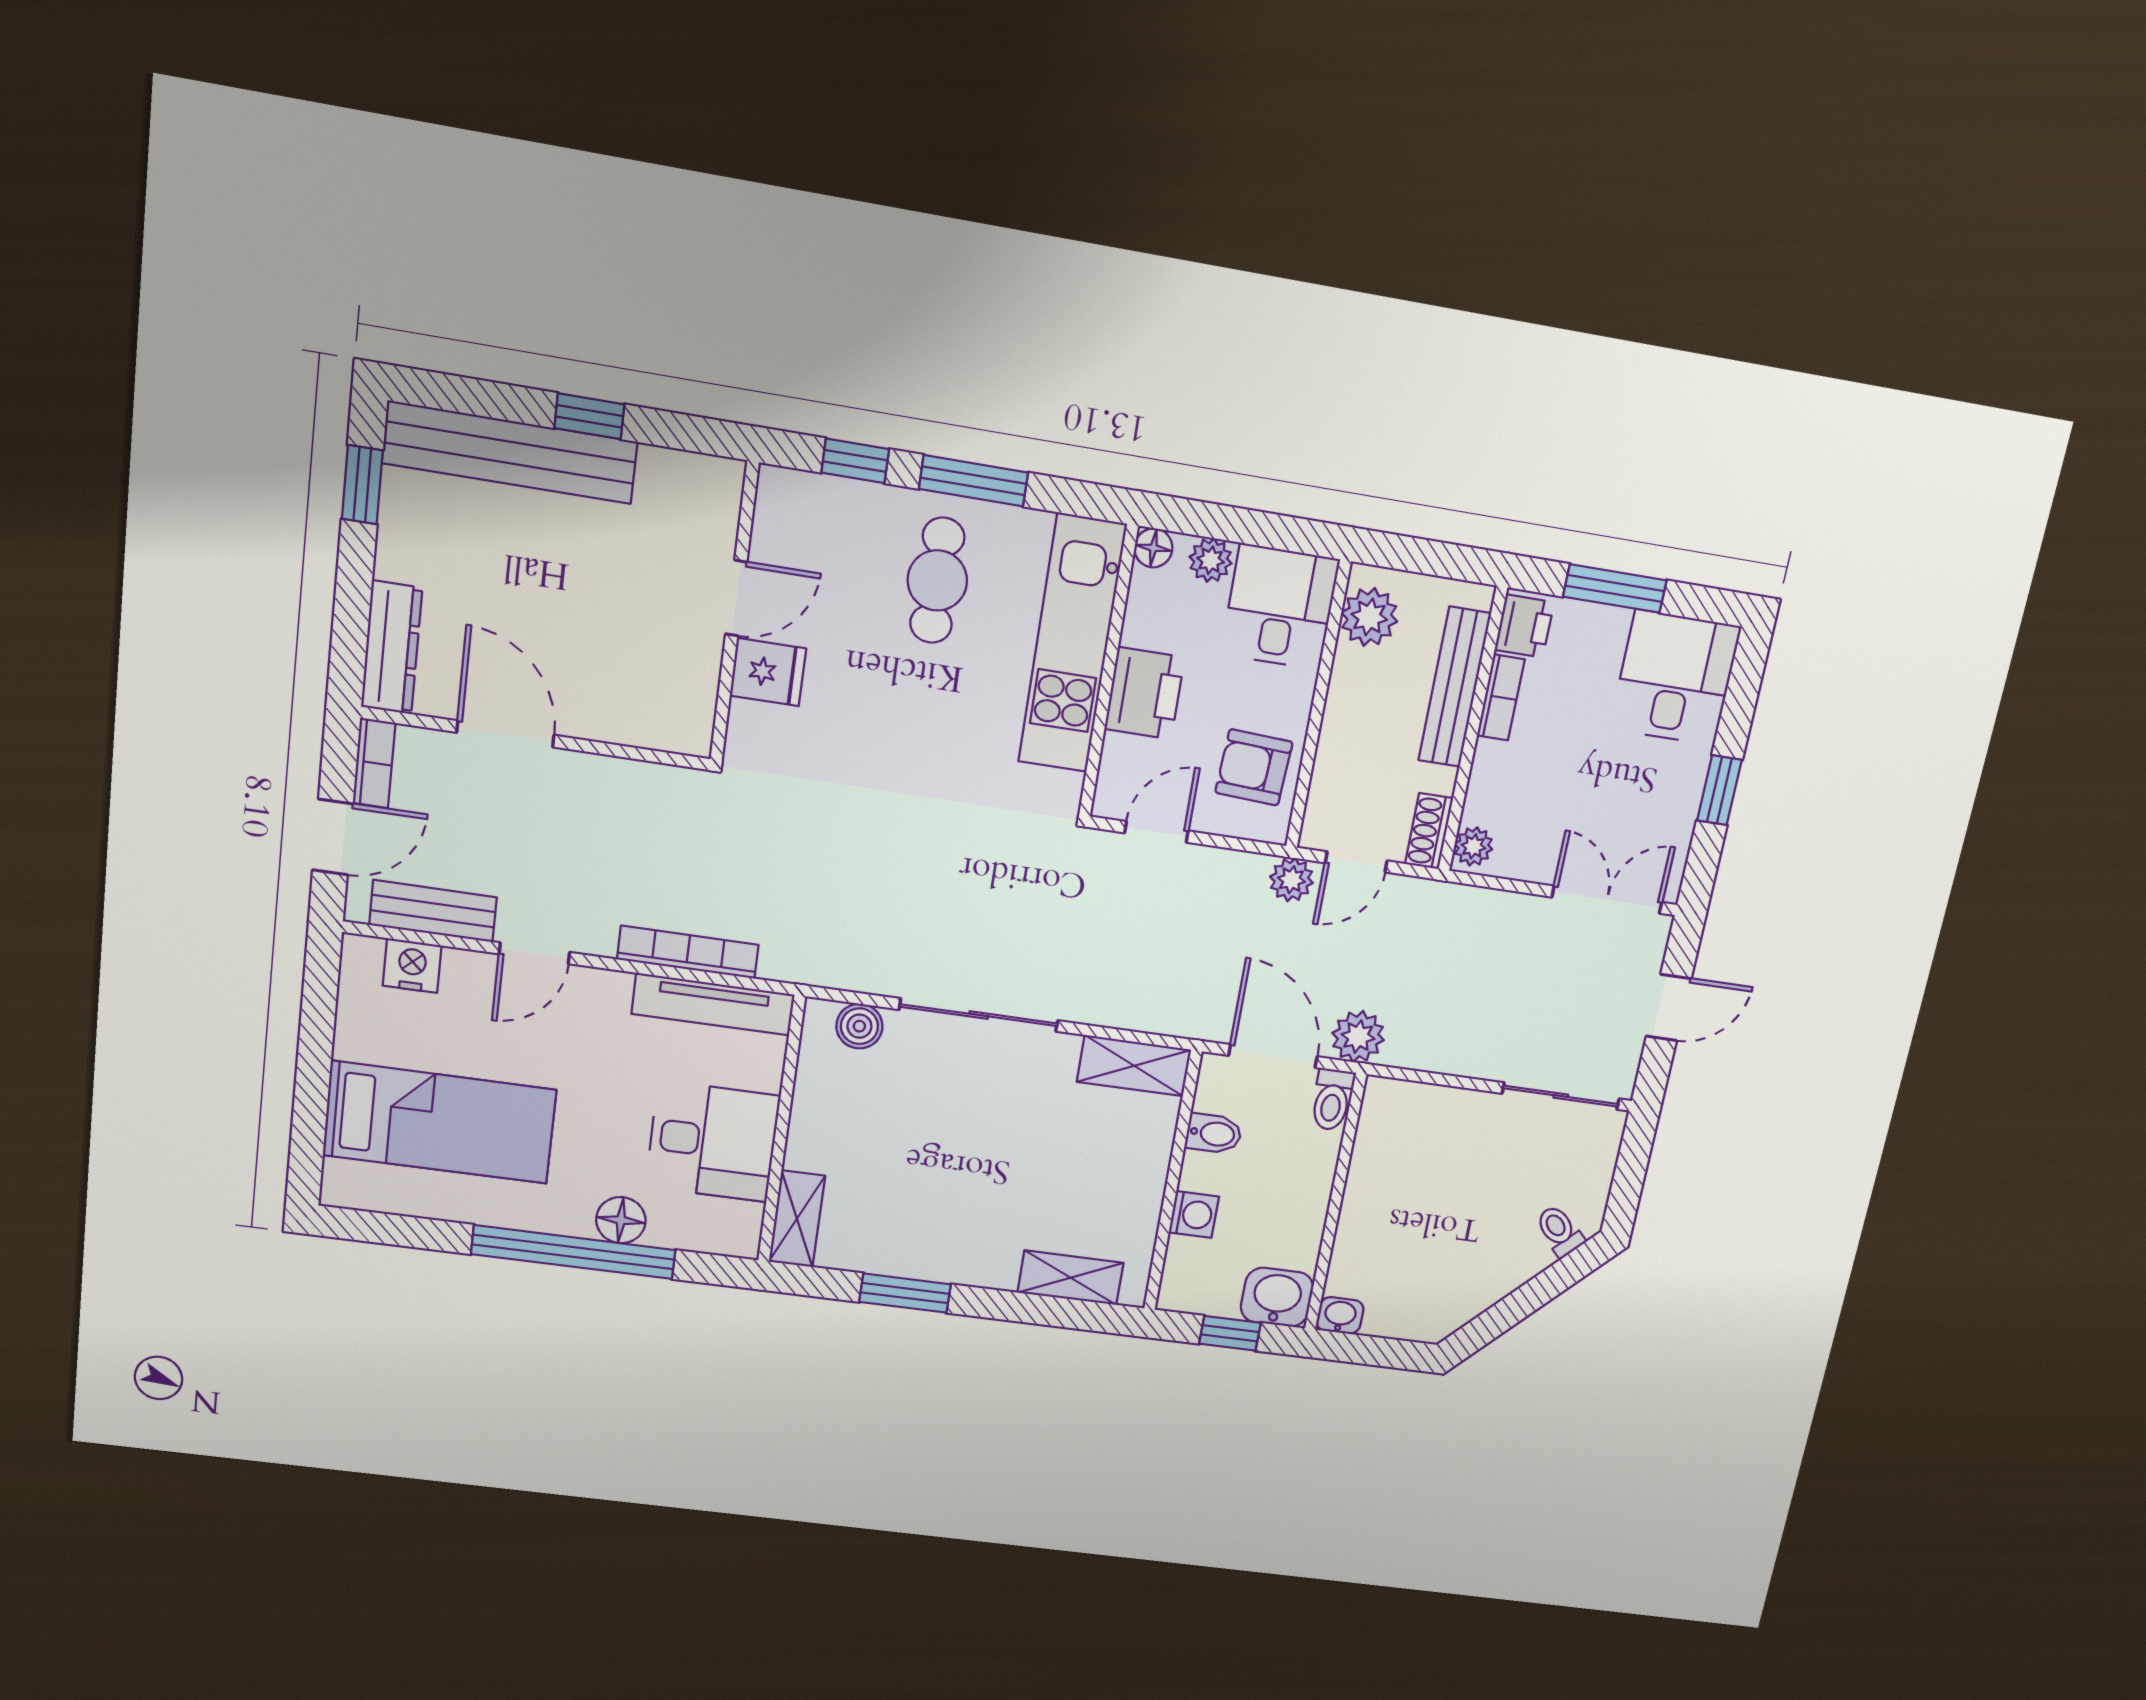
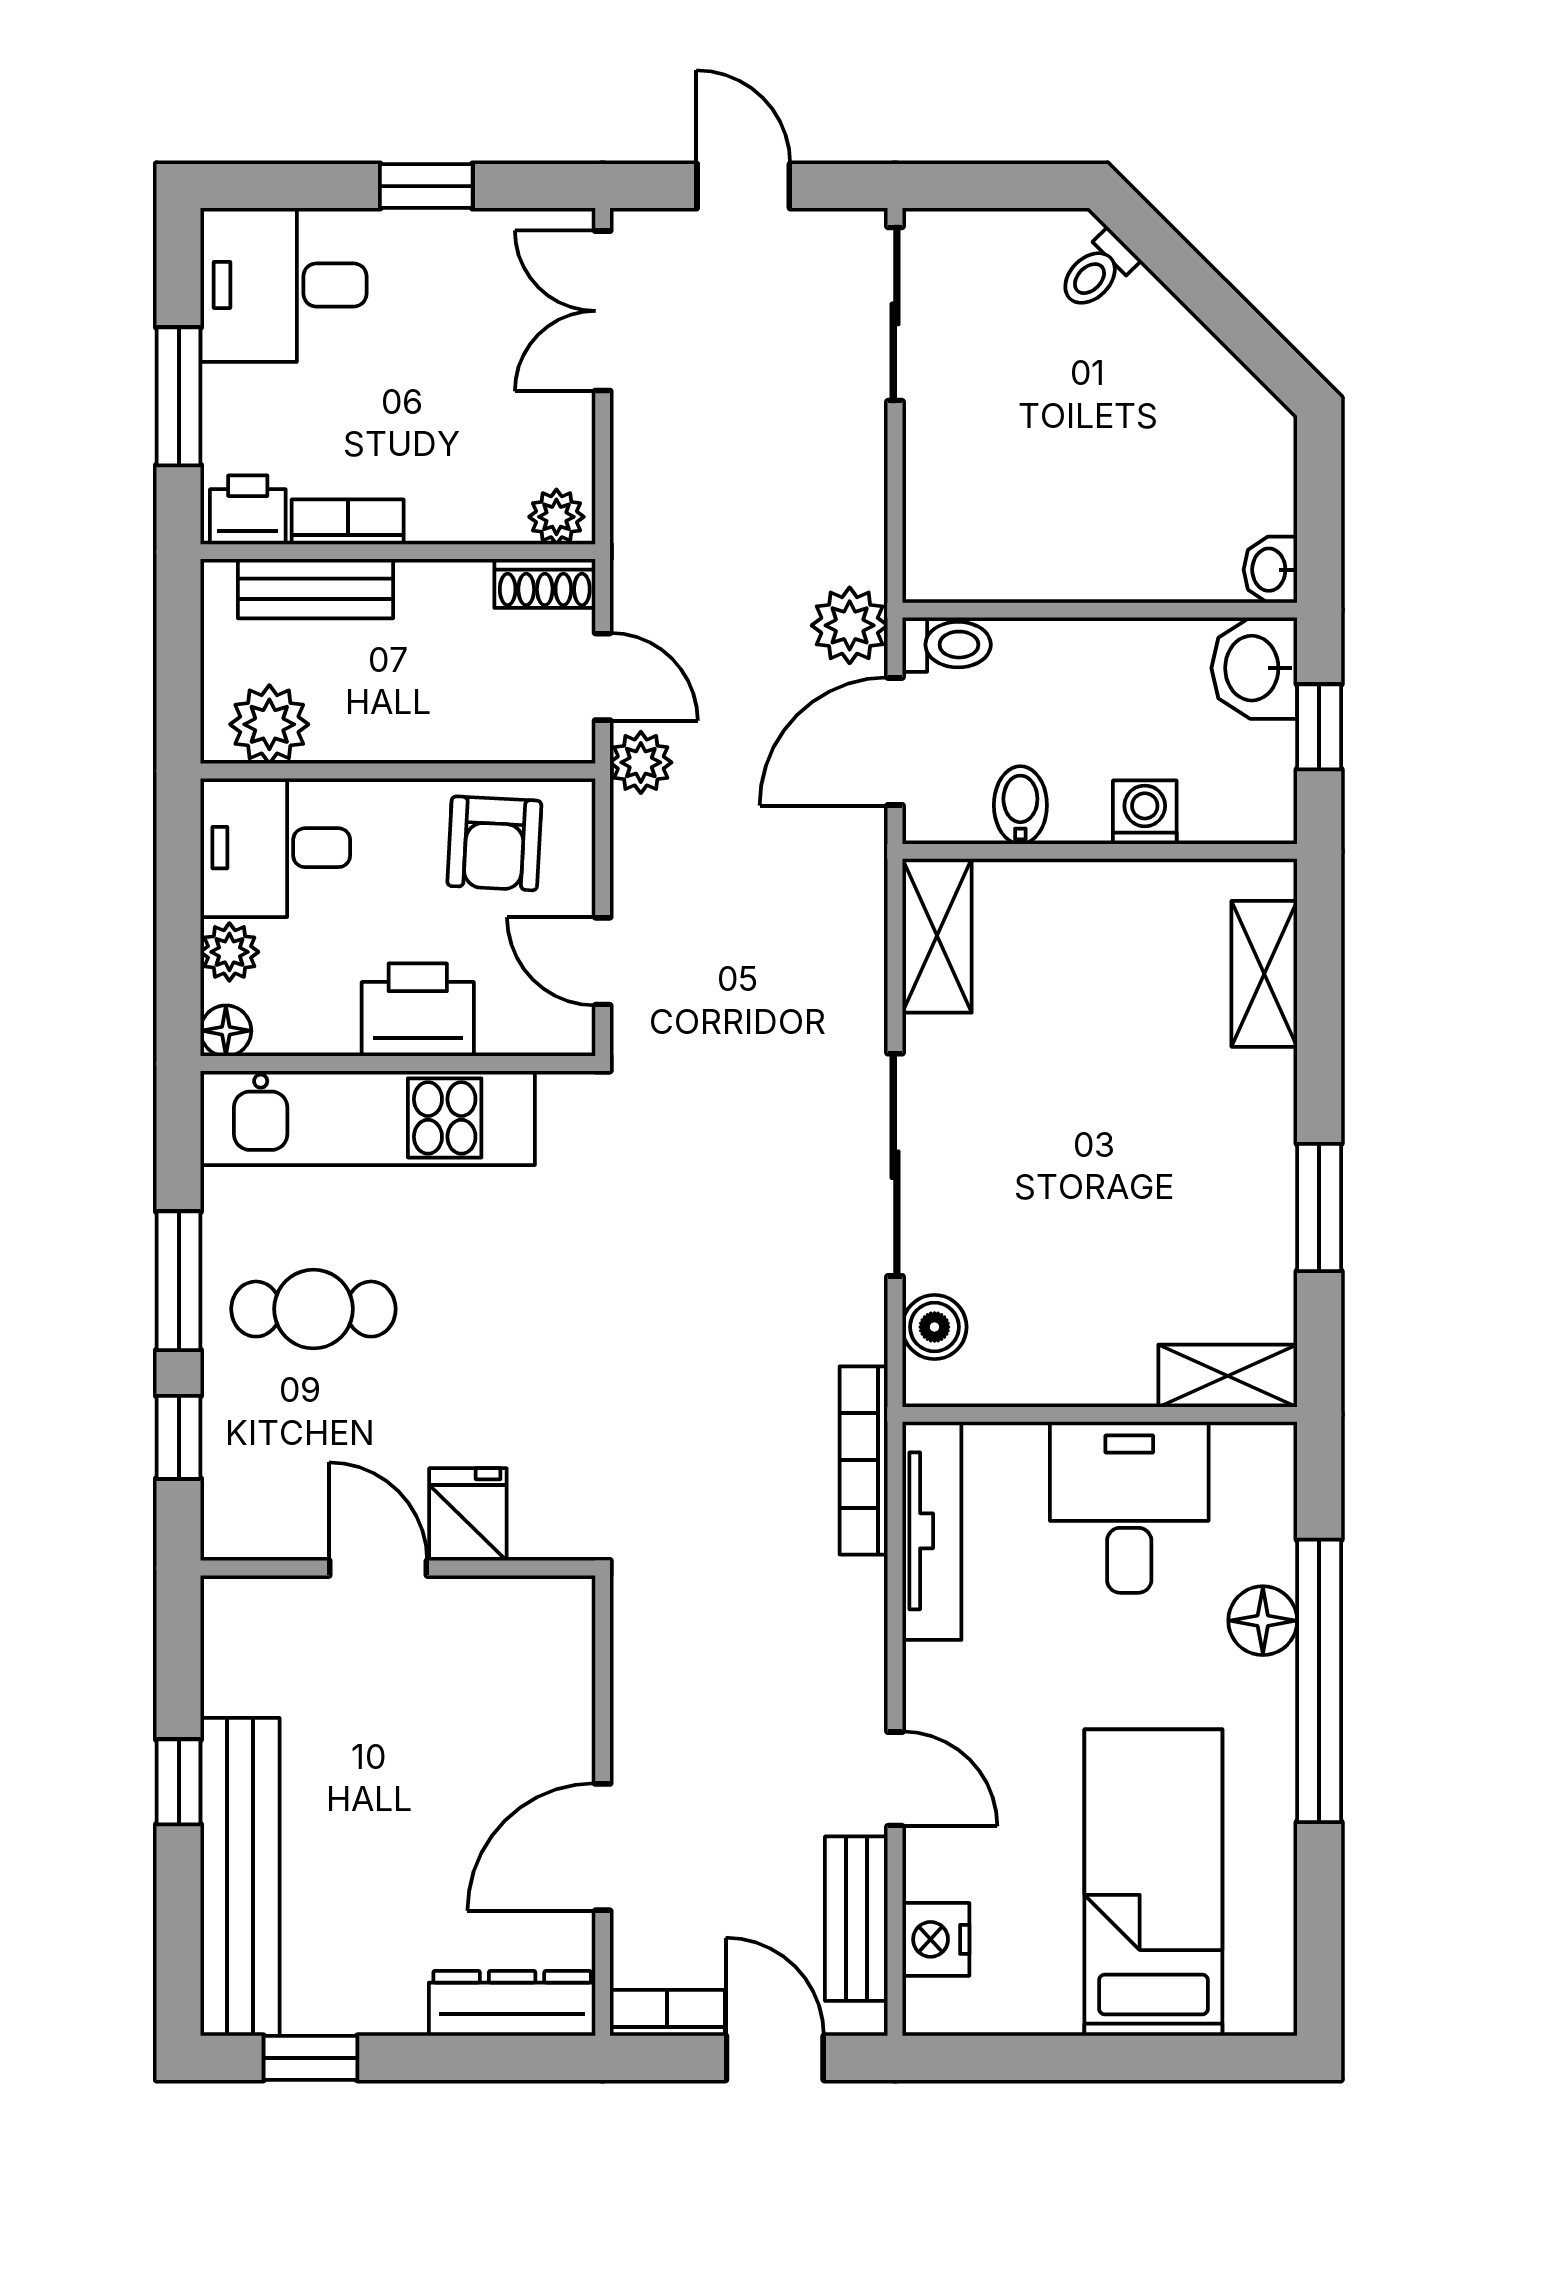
bench: (1455, 687) -> (316, 589), width x0.73
bookcase: (688, 952) -> (864, 1460), moved

